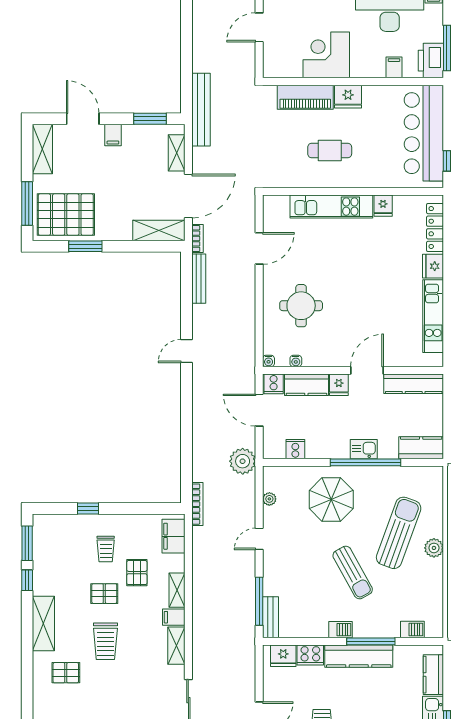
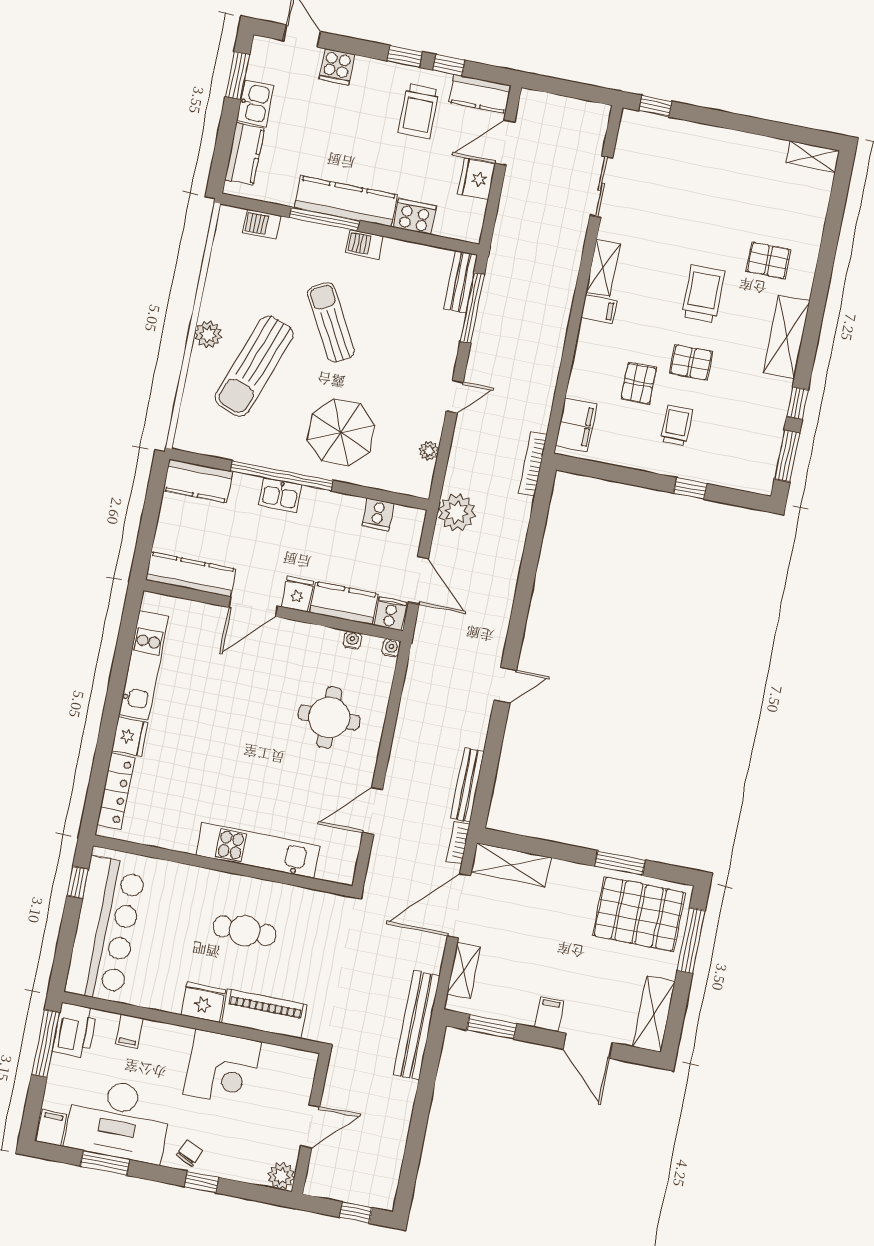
fridge: (383, 206) -> (184, 837), removed
shelving: (177, 590) -> (586, 347), removed
fridge: (283, 656) -> (477, 179), moved, turned -90

